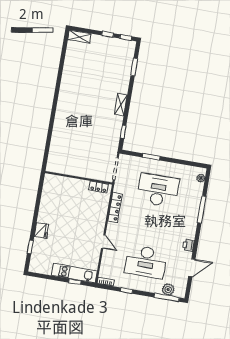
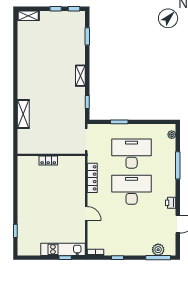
shelving: (58, 133) -> (23, 114), added
locker: (99, 187) -> (48, 160), moved
fridge: (41, 230) -> (24, 213), removed
desk: (146, 262) -> (132, 190), moved, turned 180

